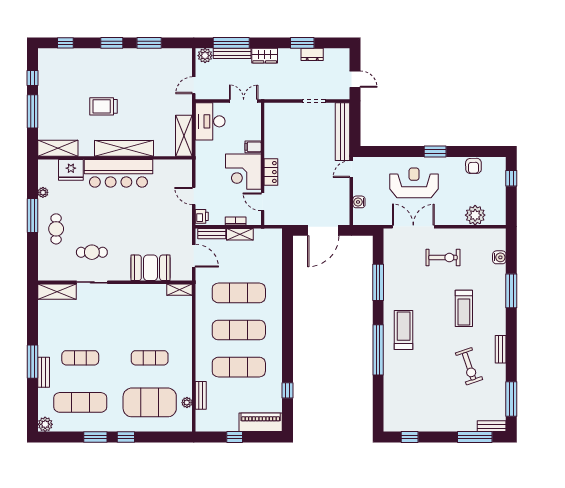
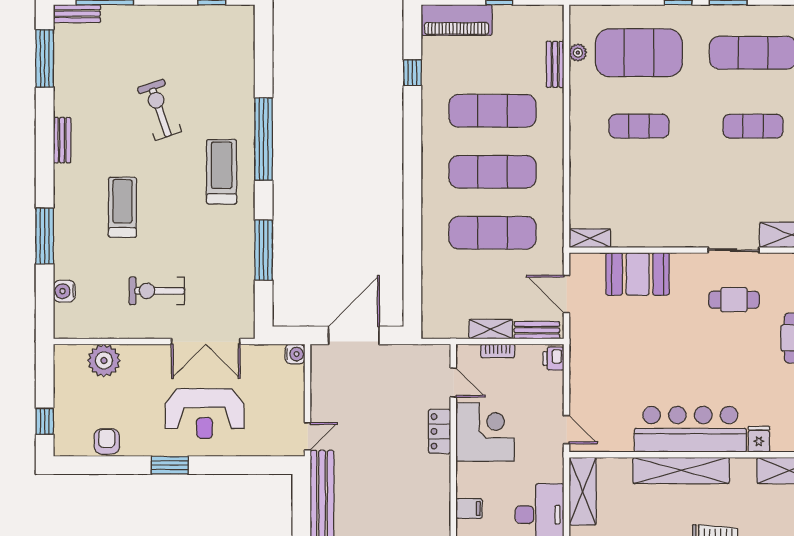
filing cabinet: (253, 147) -> (469, 508), moved
fridge: (71, 170) -> (759, 439), width x0.53, depth x0.75
door: (194, 196) -> (566, 430), moved
water cooler: (359, 202) -> (295, 354), moved
treadmill: (404, 330) -> (222, 172), turned 180
exercise bike: (469, 366) -> (159, 110), moved

